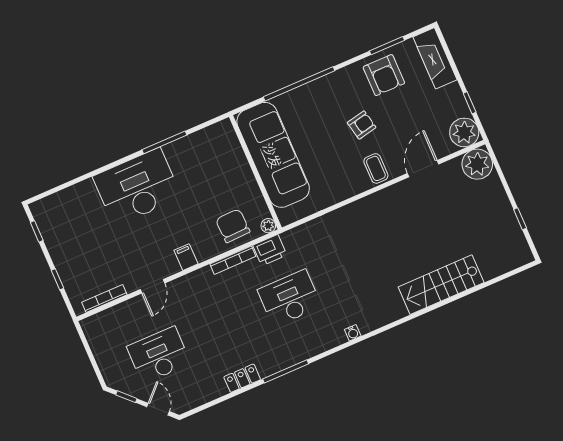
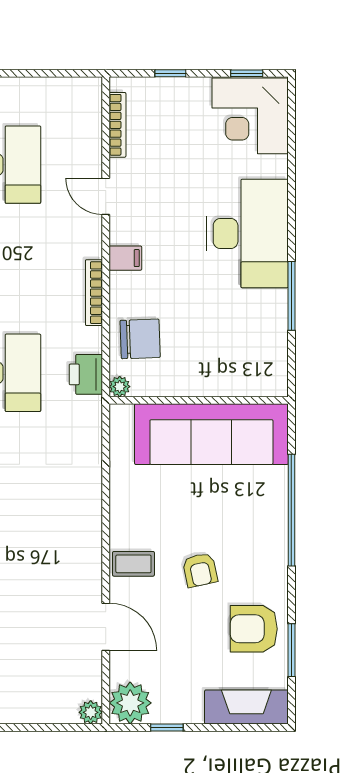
plant: (477, 164) -> (91, 712), width x0.53, depth x0.53
corner desk: (62, 218) -> (250, 116), added
bookcase: (233, 260) -> (94, 293), moved

